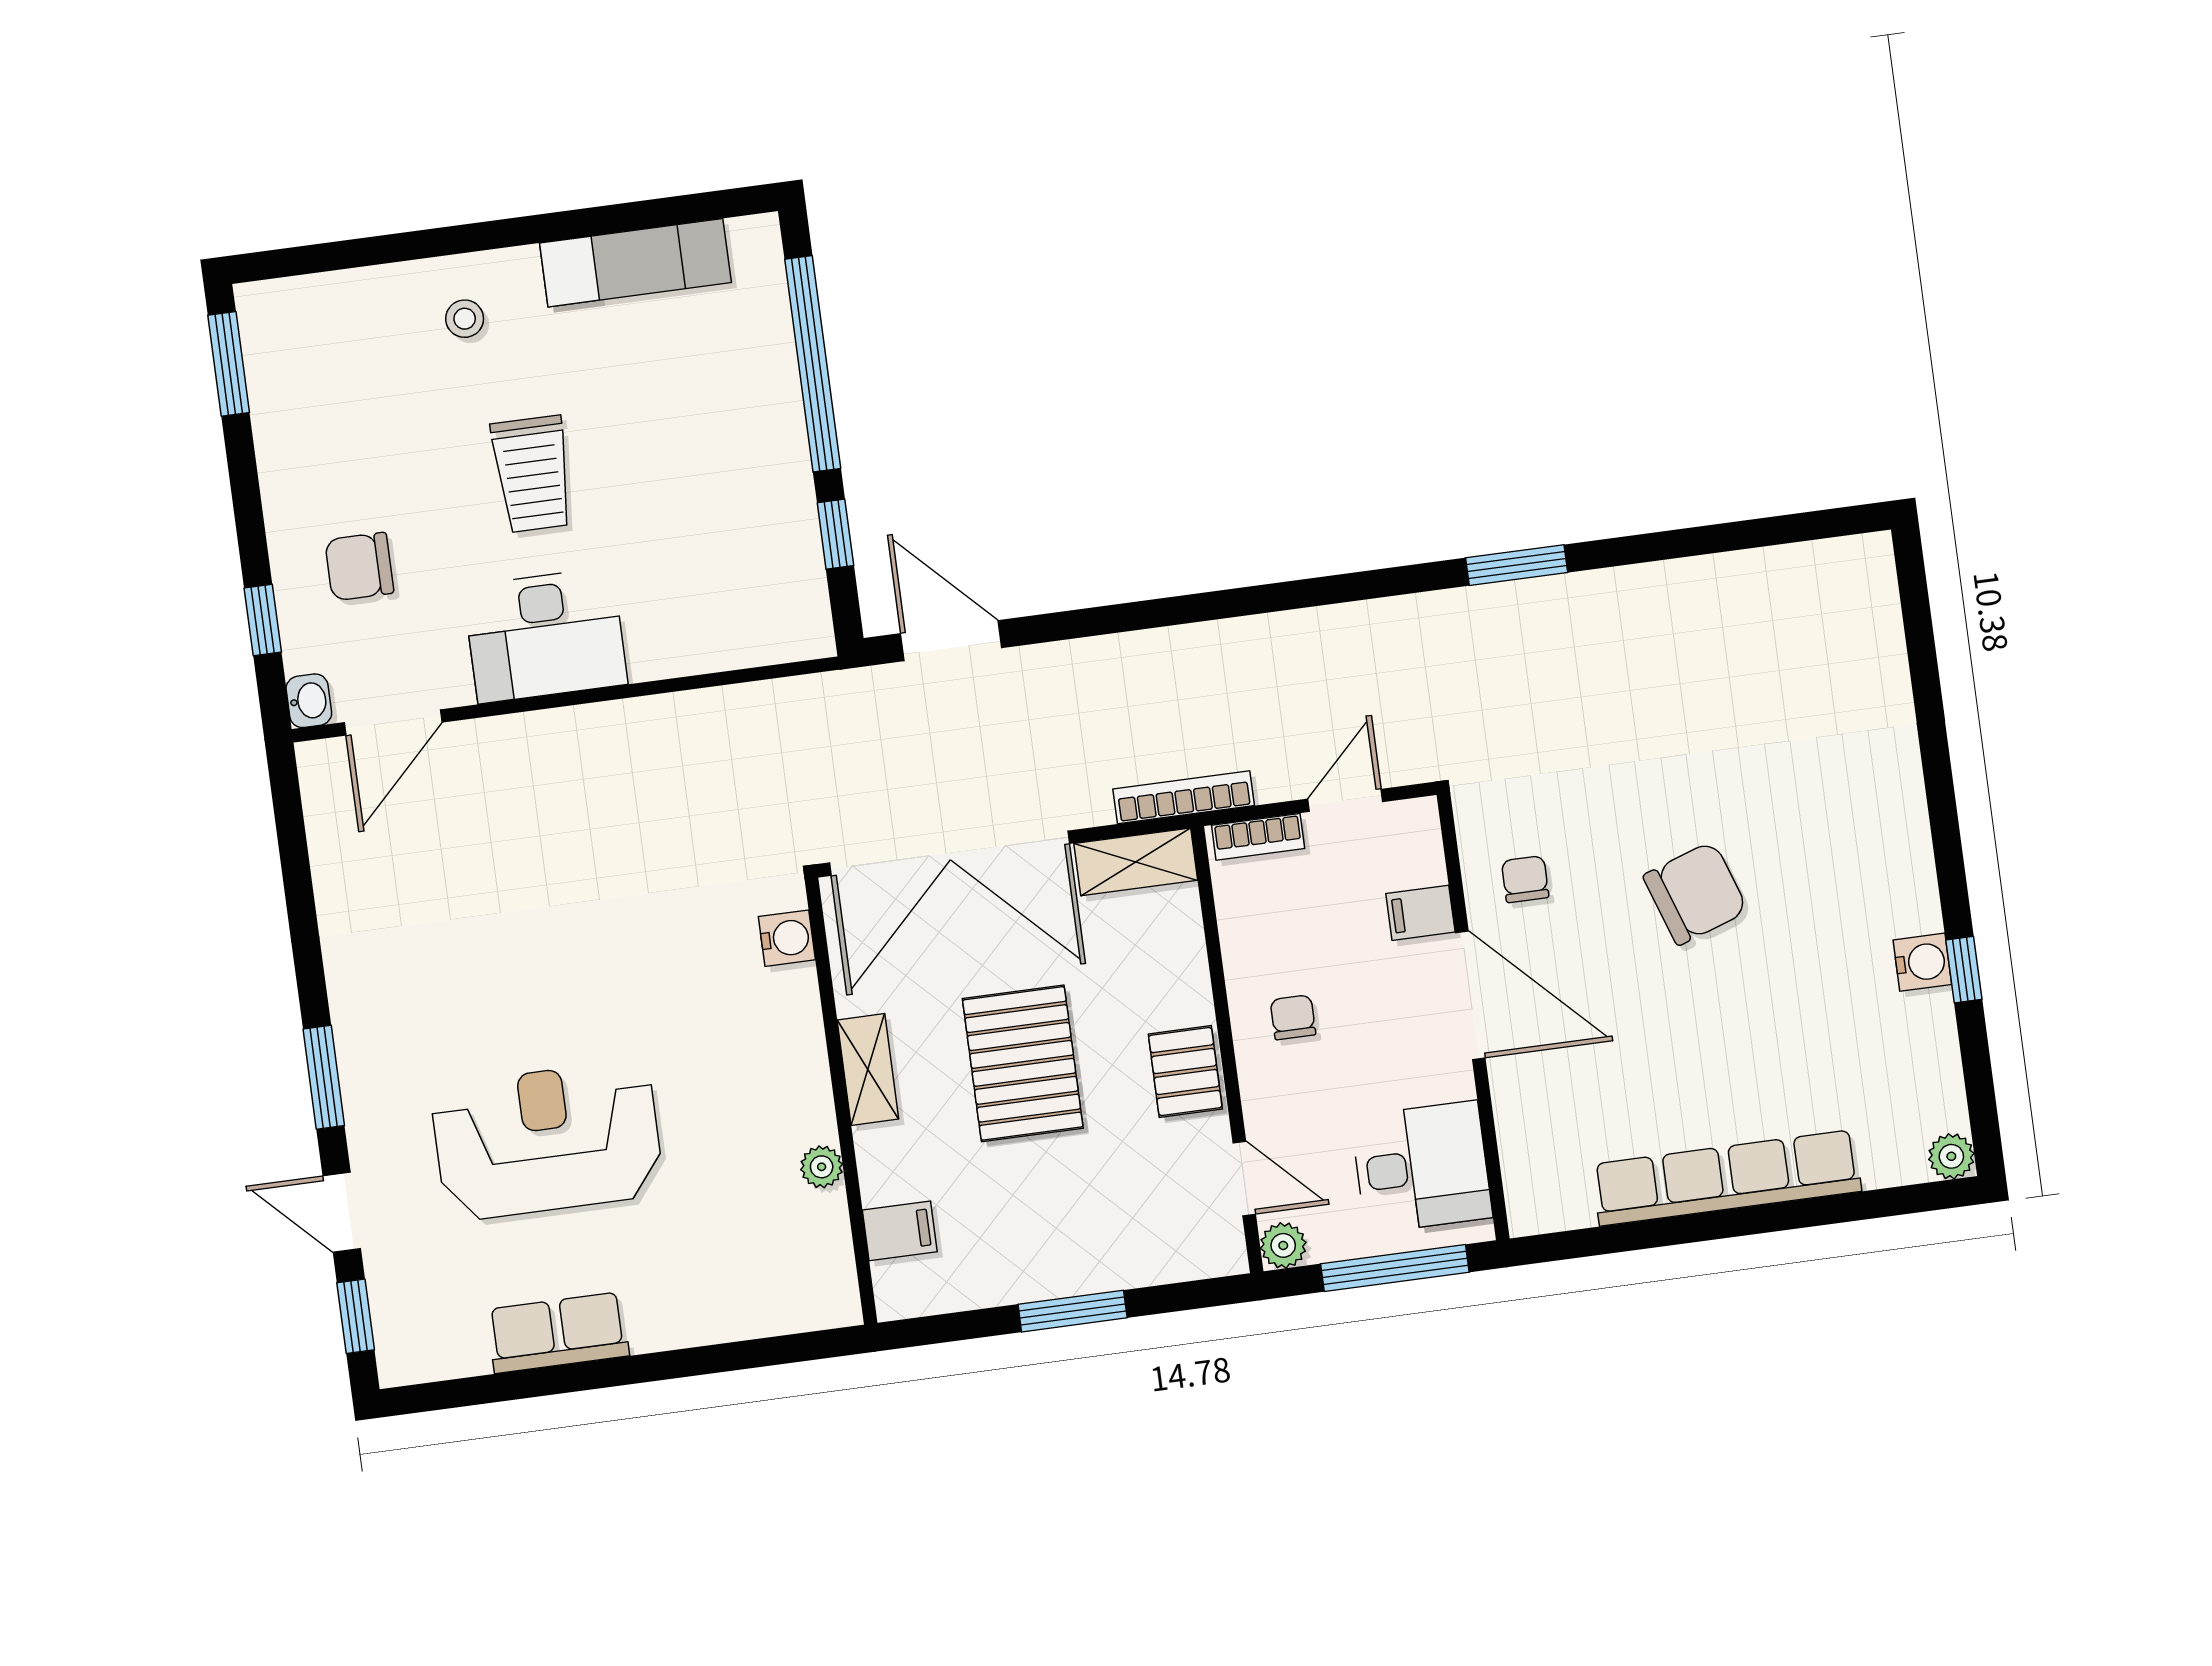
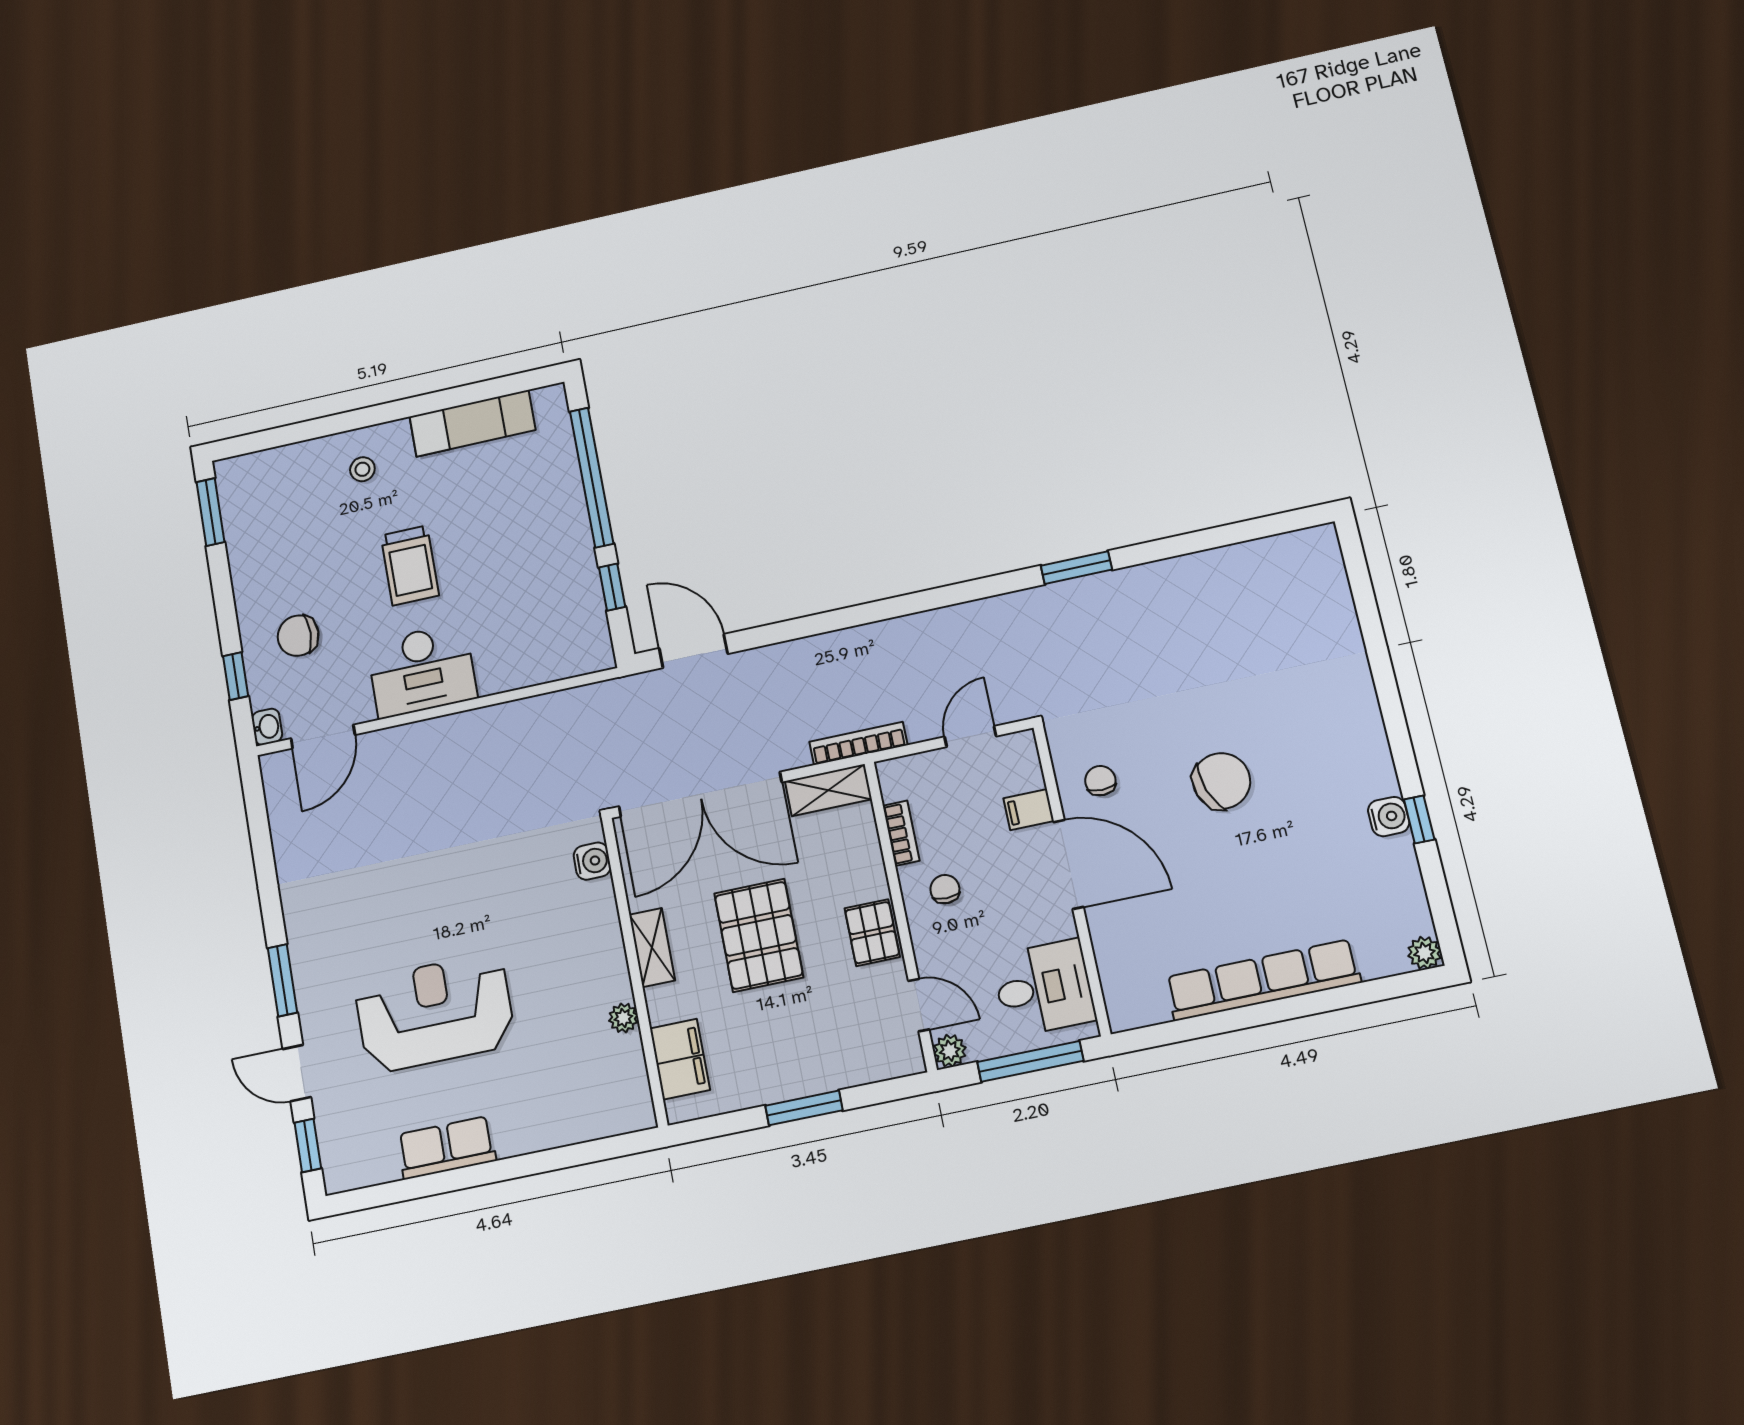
bookcase: (1258, 837) -> (901, 833), moved, turned -90
filing cabinet: (900, 1231) -> (680, 1059), width x2.00

